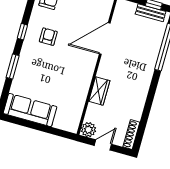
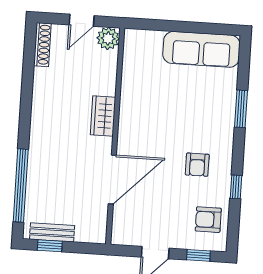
window: (22, 32) -> (236, 187), moved
wardrobe: (99, 91) -> (103, 116), moved

